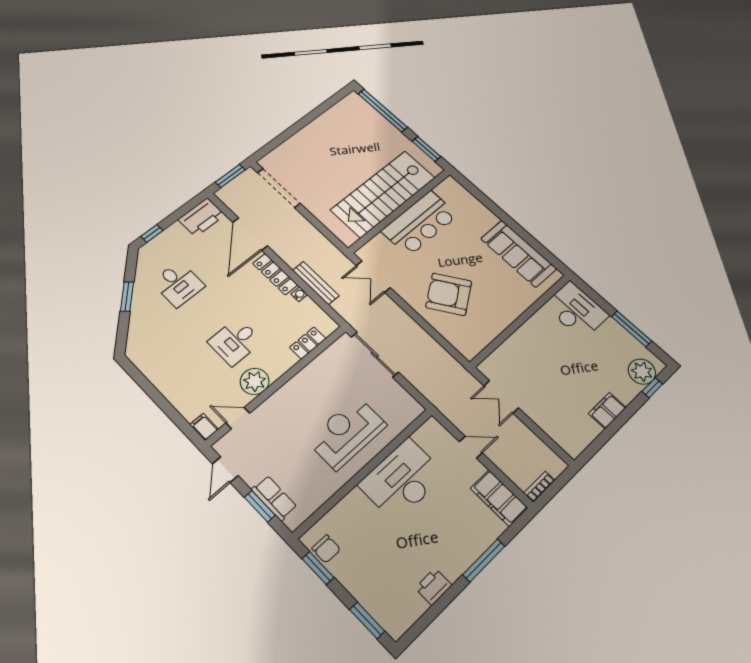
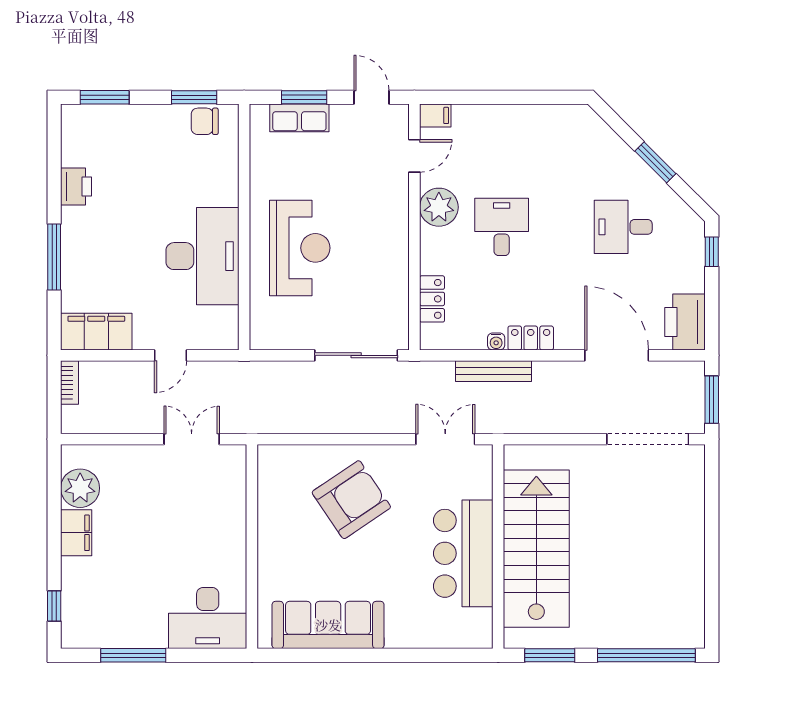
locker: (275, 274) -> (531, 338), width x0.66
plant: (642, 372) -> (80, 488), moved

